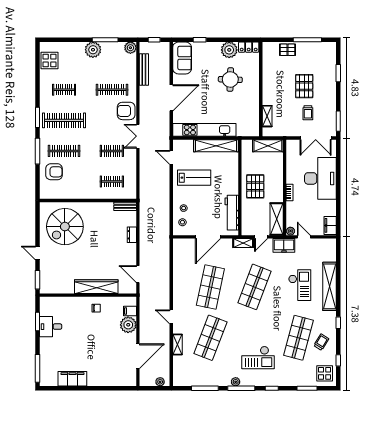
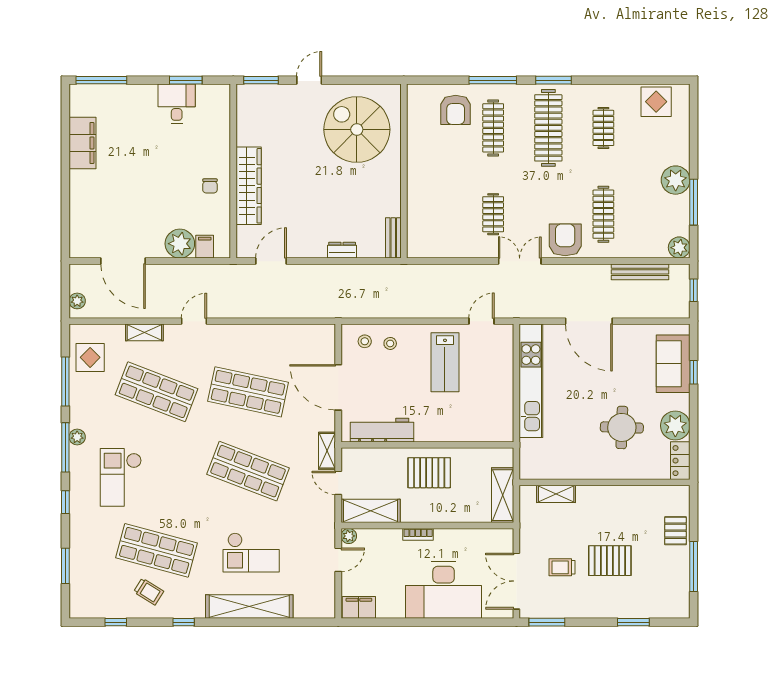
sofa: (182, 58) -> (673, 364), moved, turned 90
shelving: (216, 146) -> (503, 402), removed
clothes rail: (112, 182) -> (438, 214), removed
freezer: (284, 245) -> (323, 524), removed
display table: (325, 373) -> (90, 357), moved

